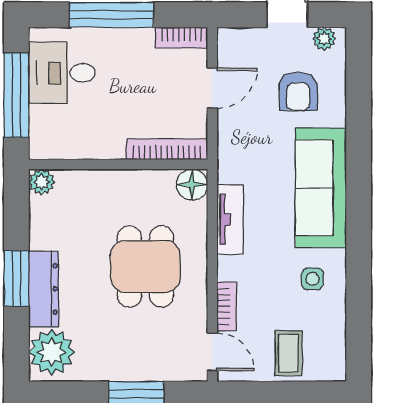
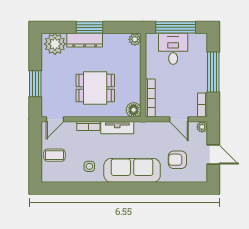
plant: (324, 39) -> (202, 127), moved
desk: (62, 73) -> (173, 49), moved
bookcase: (227, 306) -> (88, 126), moved

